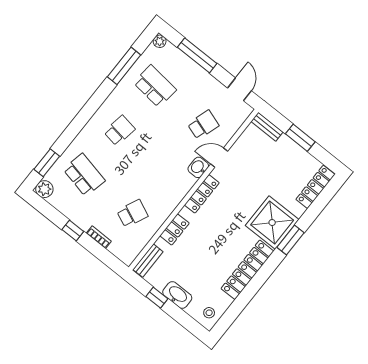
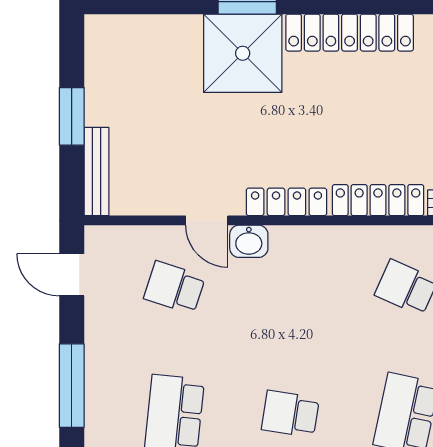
door: (240, 89) -> (72, 275), hinge flipped
bench: (267, 127) -> (96, 171), width x1.36
locker: (315, 187) -> (131, 30), removed
locker: (174, 229) -> (378, 200), width x1.53

